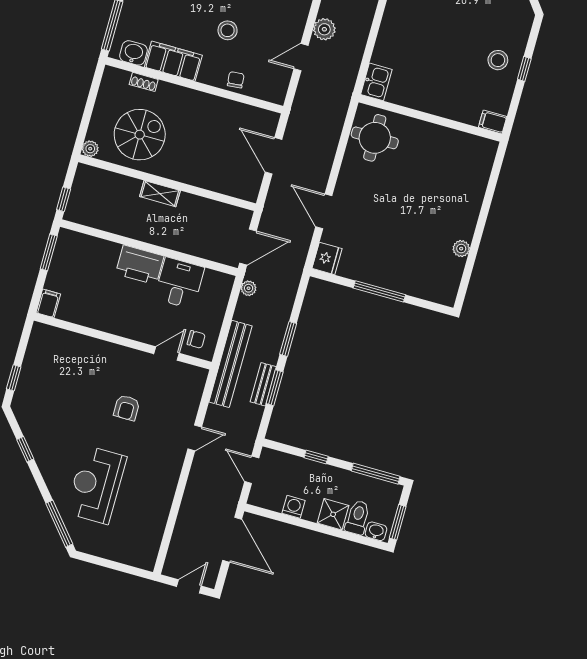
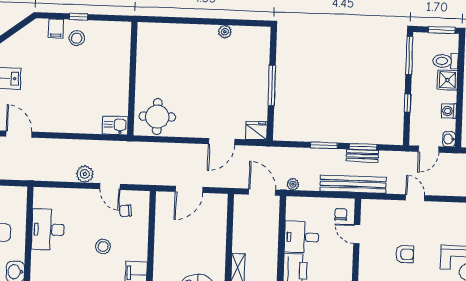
chair: (236, 80) -> (125, 211), moved
filing cabinet: (493, 122) -> (56, 28), moved
washbasin: (376, 531) -> (449, 139), moved

